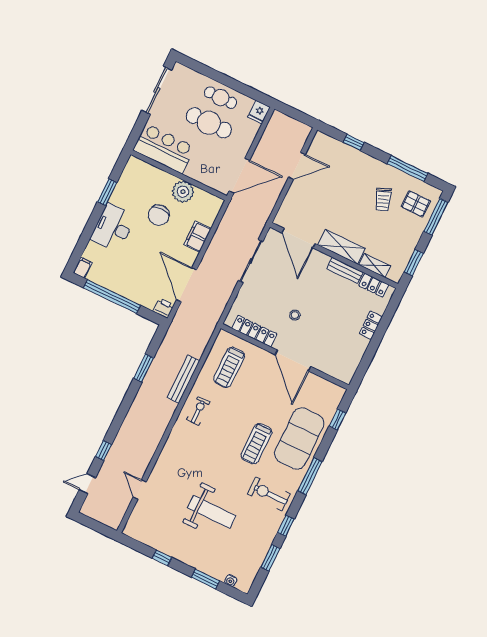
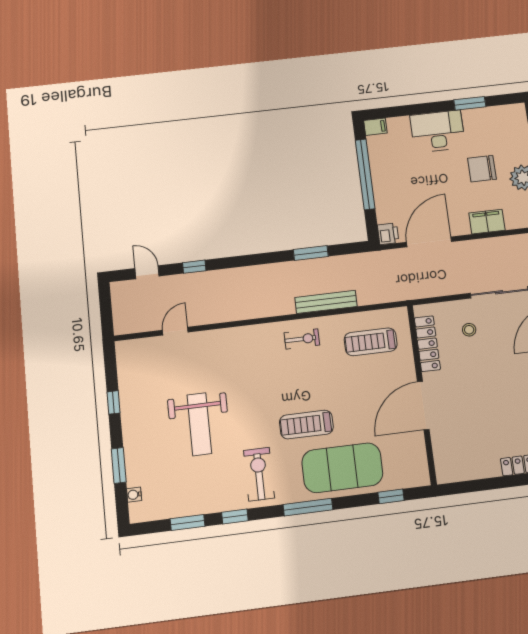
stool: (295, 315) -> (469, 330), moved

